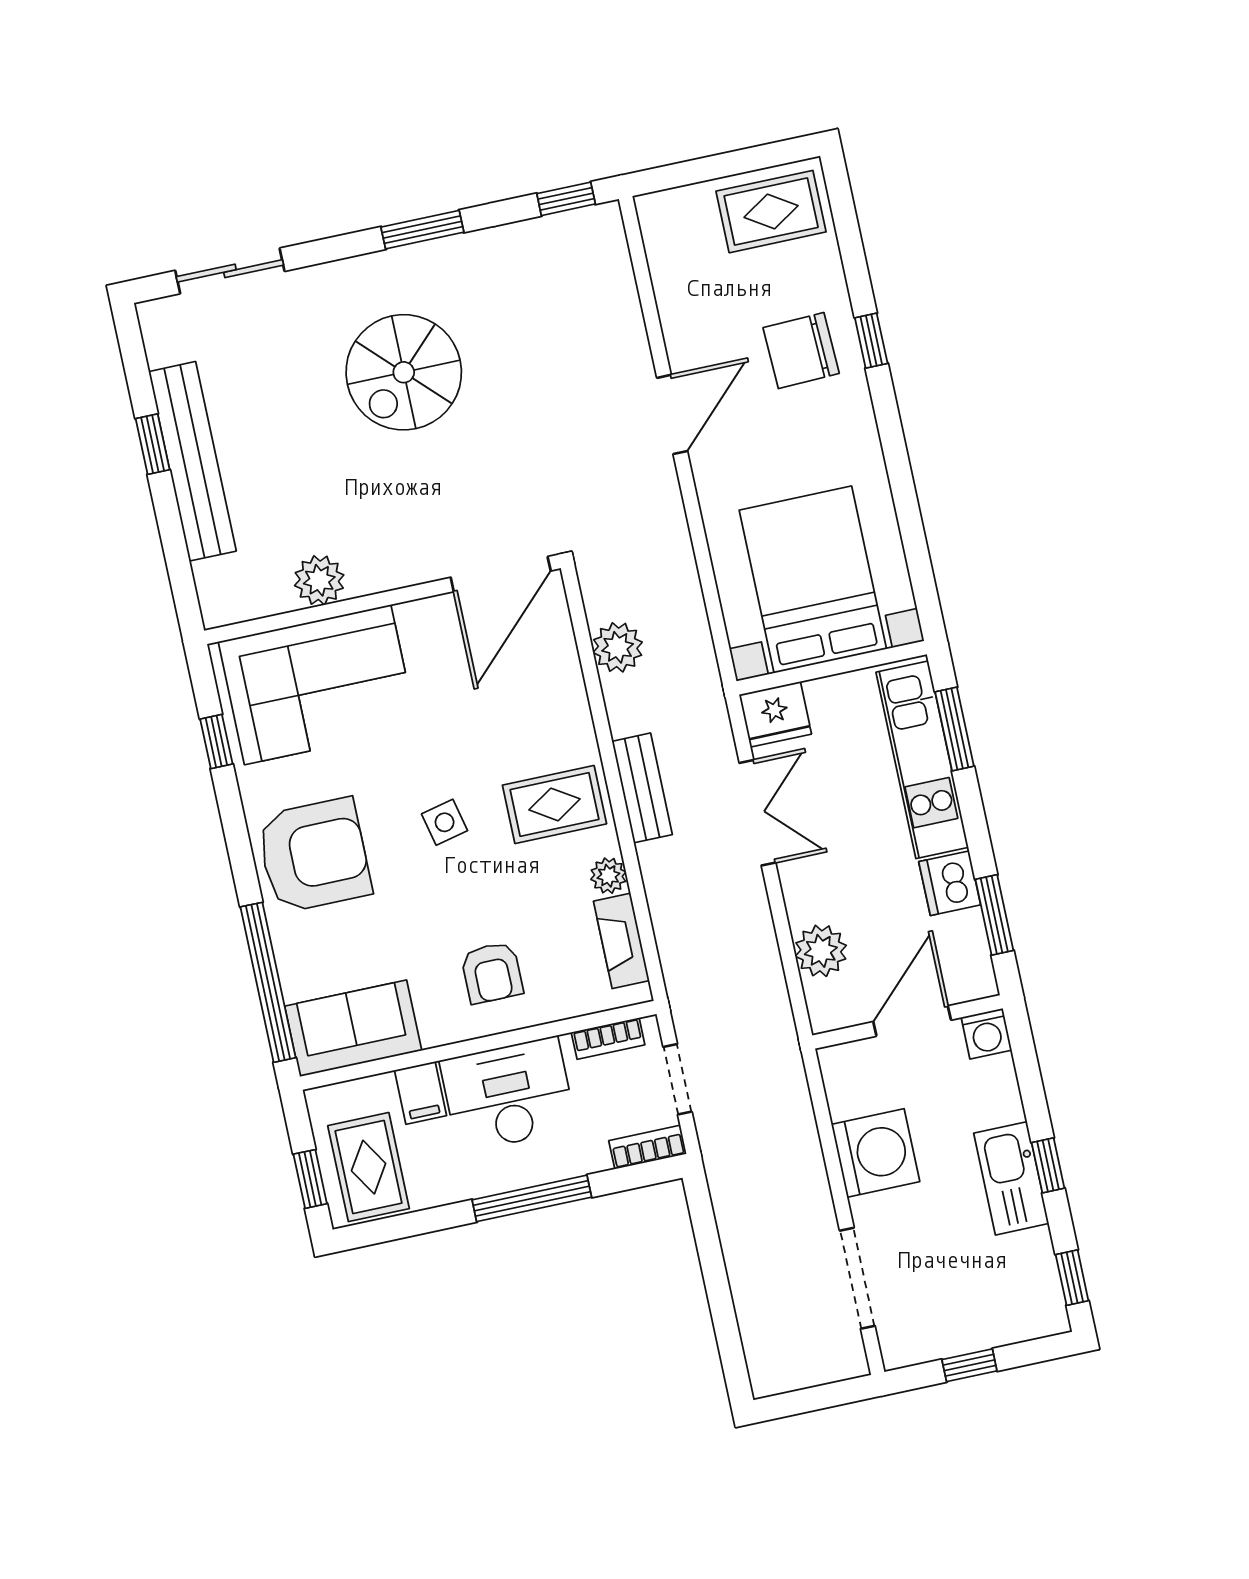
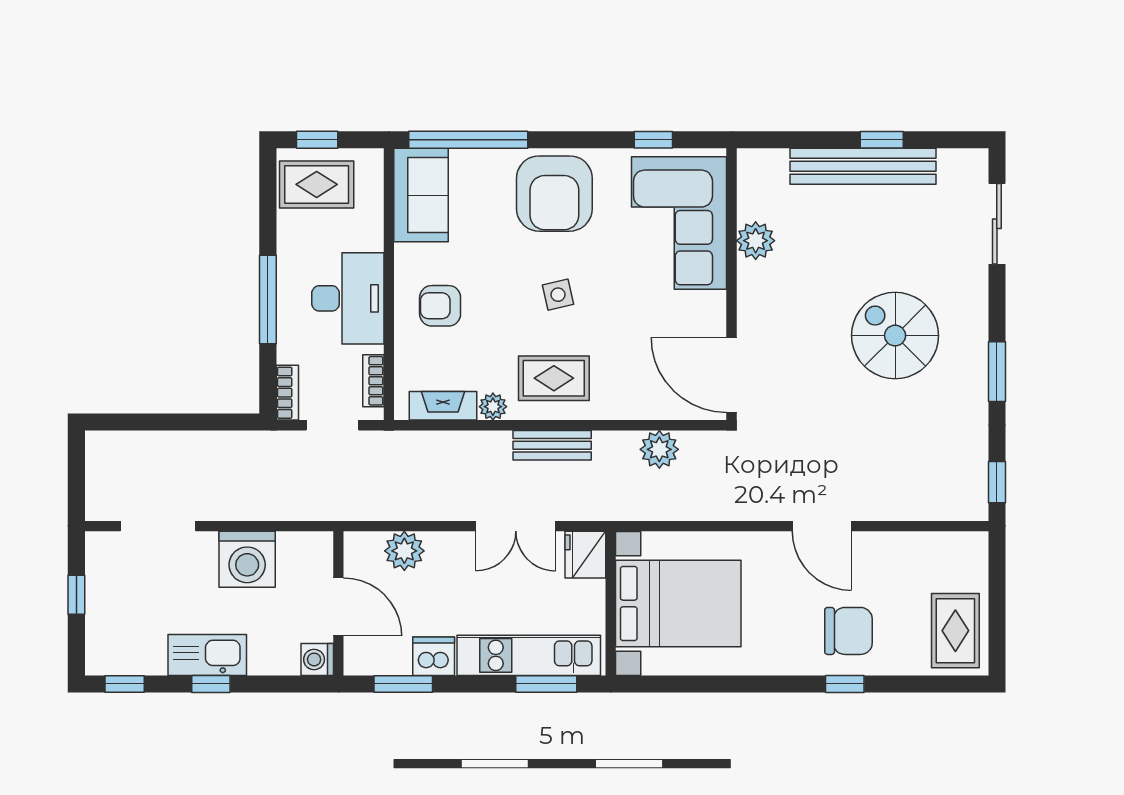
chair: (801, 351) -> (848, 631), turned 92
rug: (554, 804) -> (554, 378), turned 90
filing cabinet: (420, 1093) -> (363, 234), removed

